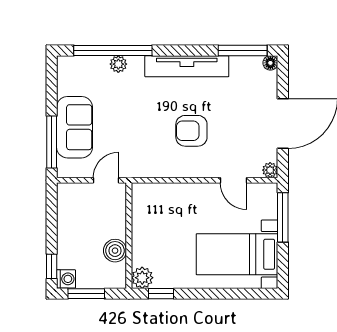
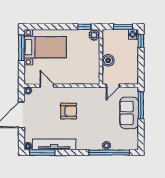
tv unit: (187, 66) -> (54, 144), moved
window: (283, 217) -> (21, 48), moved
boiler: (115, 251) -> (108, 60), moved

